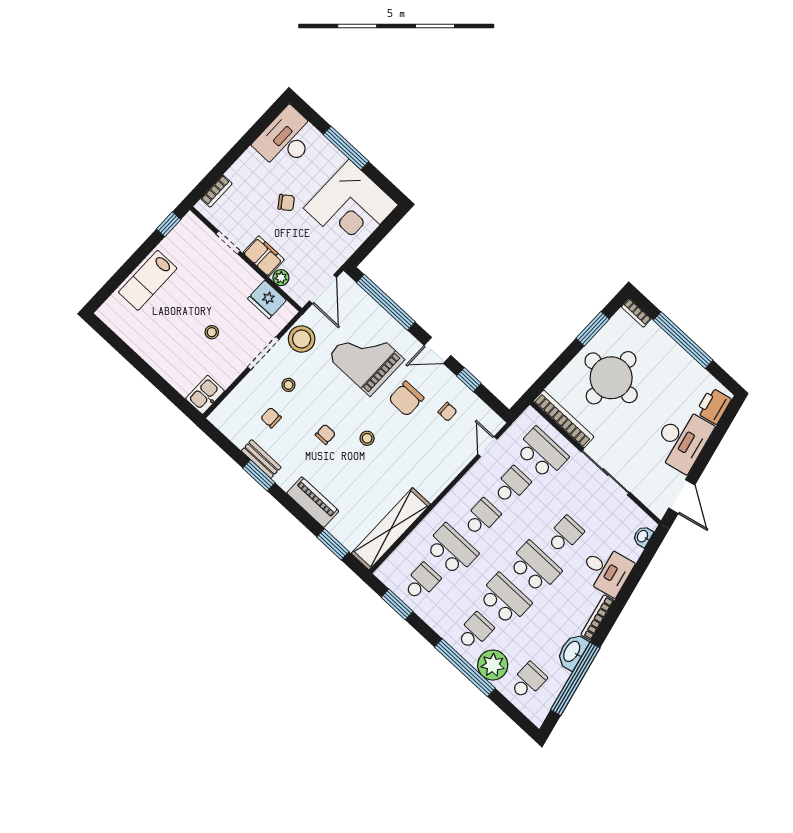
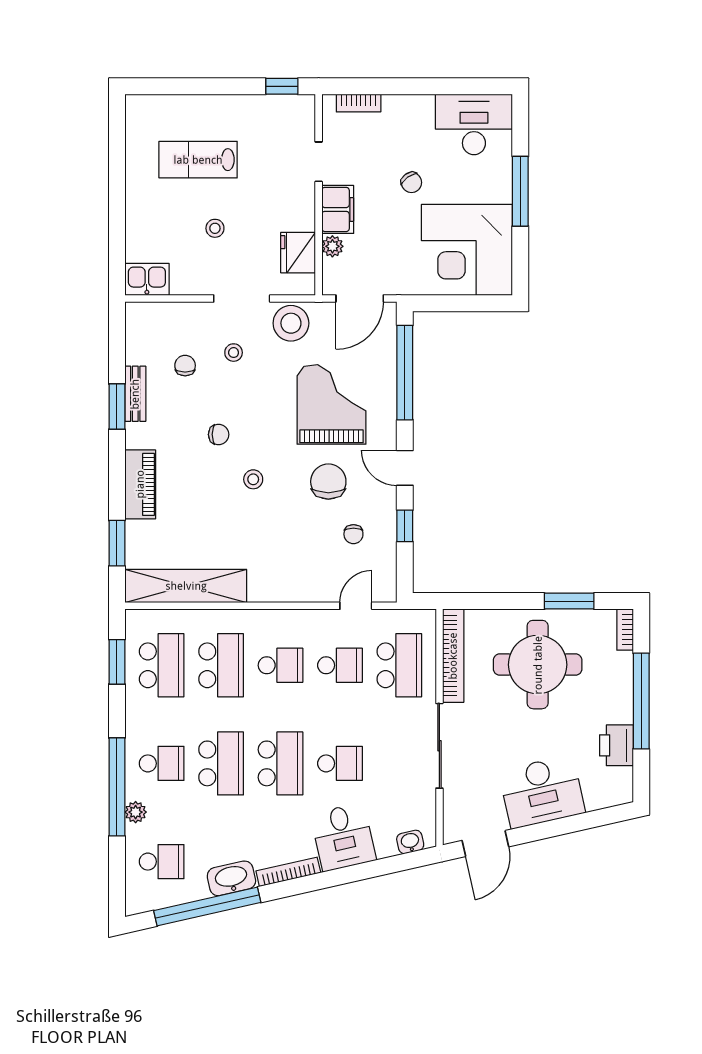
lab bench: (148, 280) -> (198, 160), moved
chair: (406, 399) -> (328, 482), turned 90
printer: (713, 406) -> (616, 745), moved, turned -77
school desk: (422, 582) -> (162, 665), width x1.85
plant: (493, 665) -> (136, 812), width x0.53, depth x0.53

